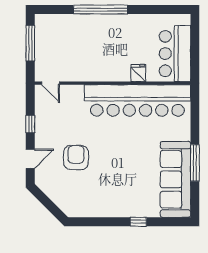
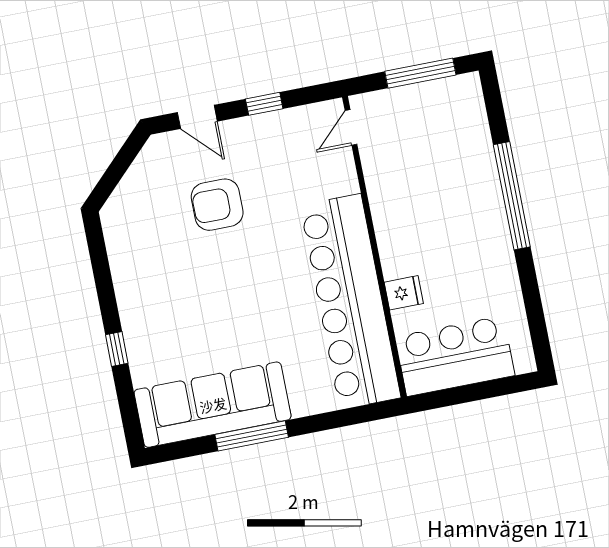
armchair: (76, 158) -> (217, 205), turned 180

